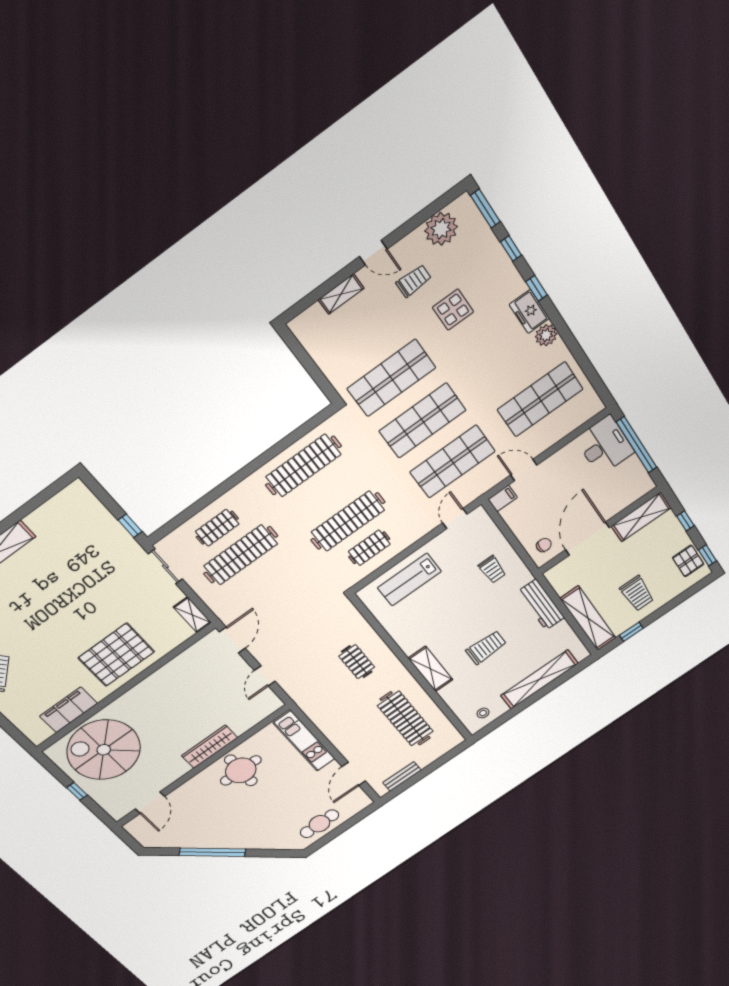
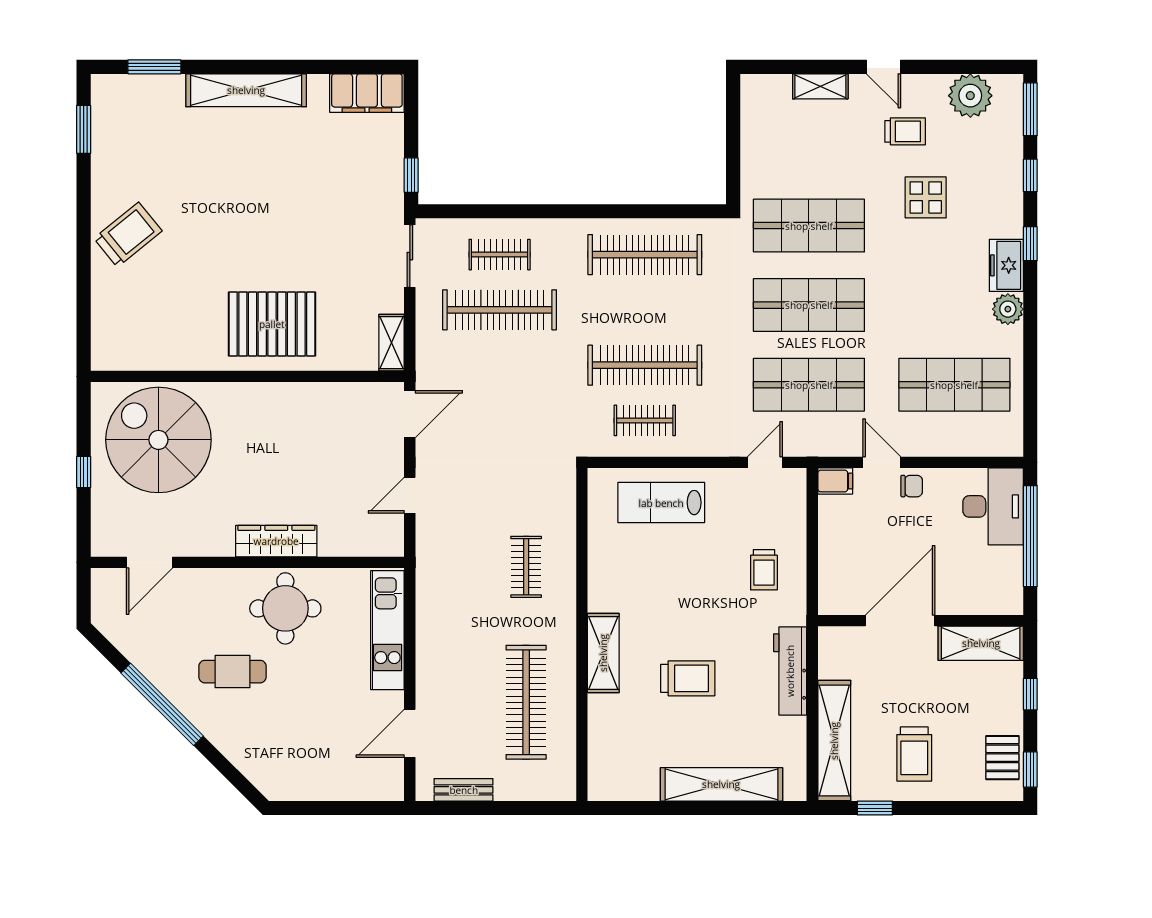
chair: (544, 545) -> (912, 486), moved
filing cabinet: (69, 710) -> (367, 93), moved, turned 180
stool: (483, 713) -> (623, 777), removed
cafe table: (319, 824) -> (233, 672), moved

